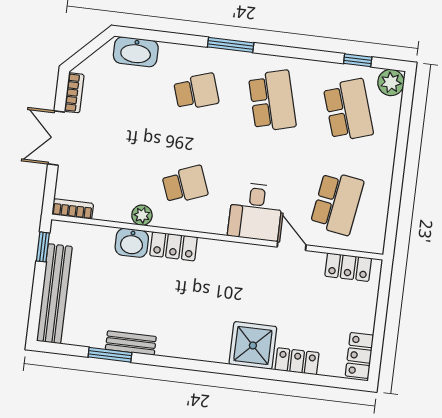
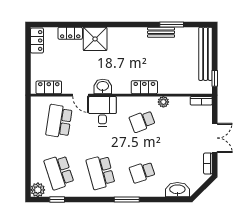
washbasin: (132, 243) -> (103, 86), moved

